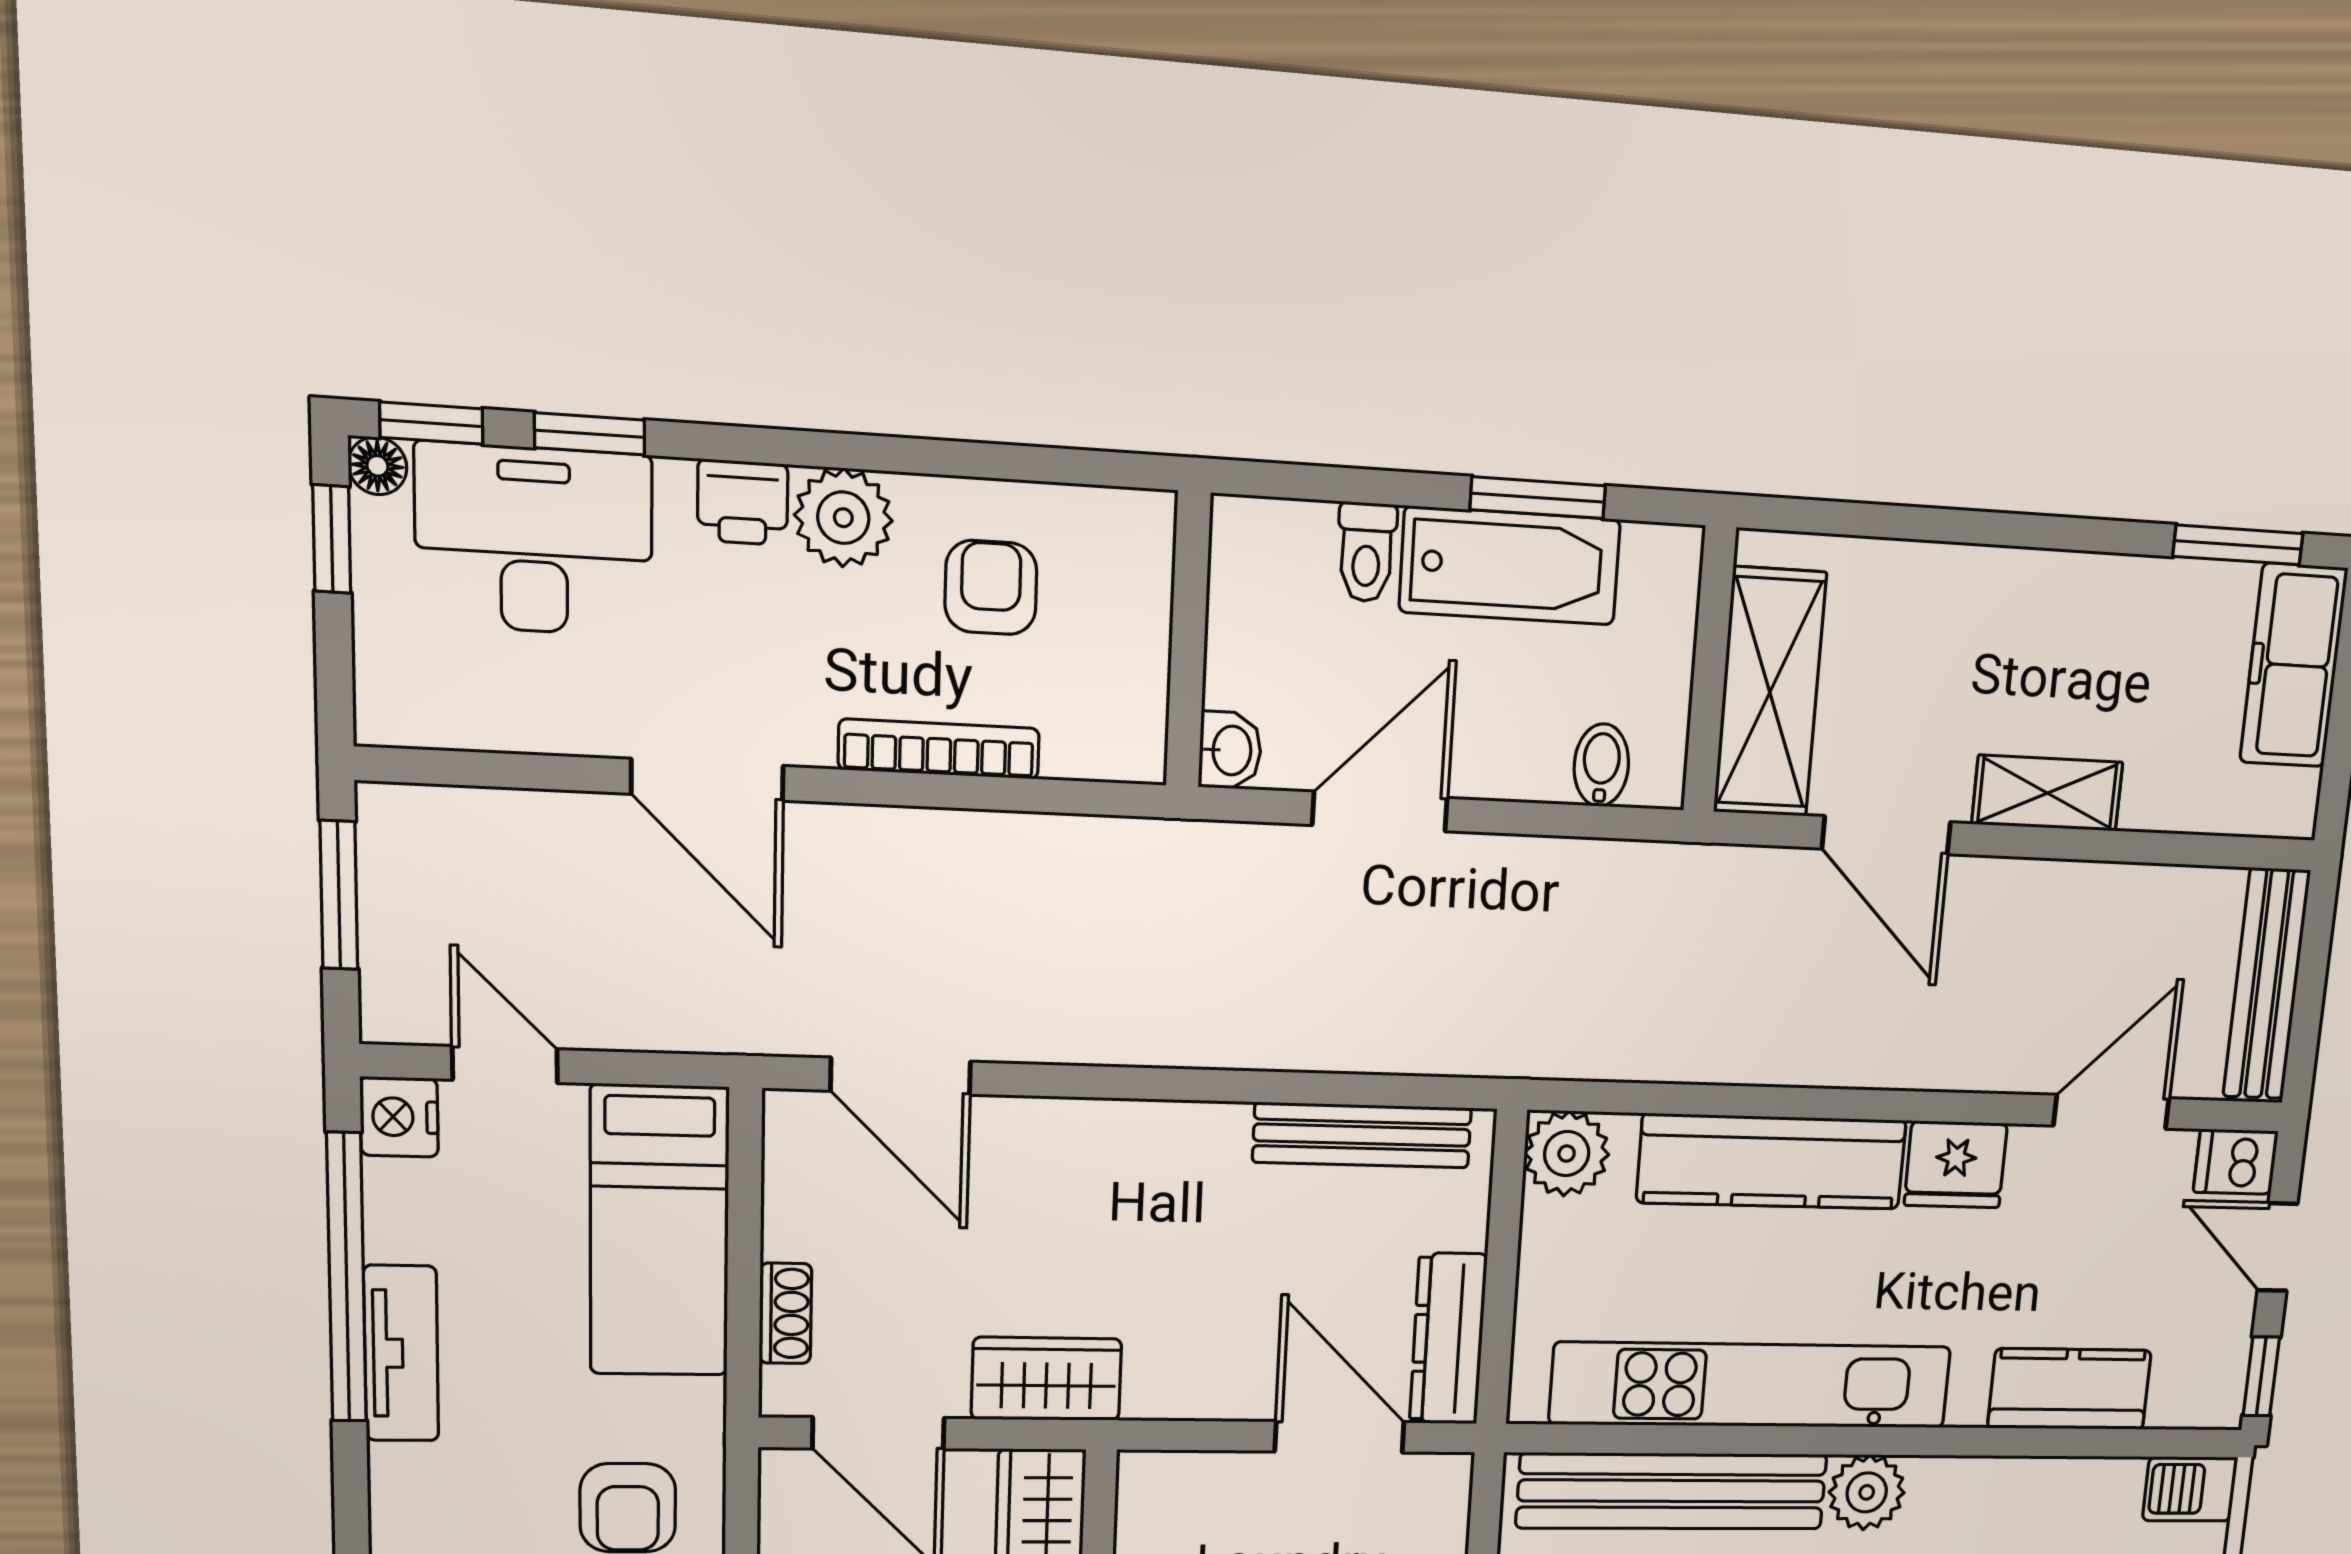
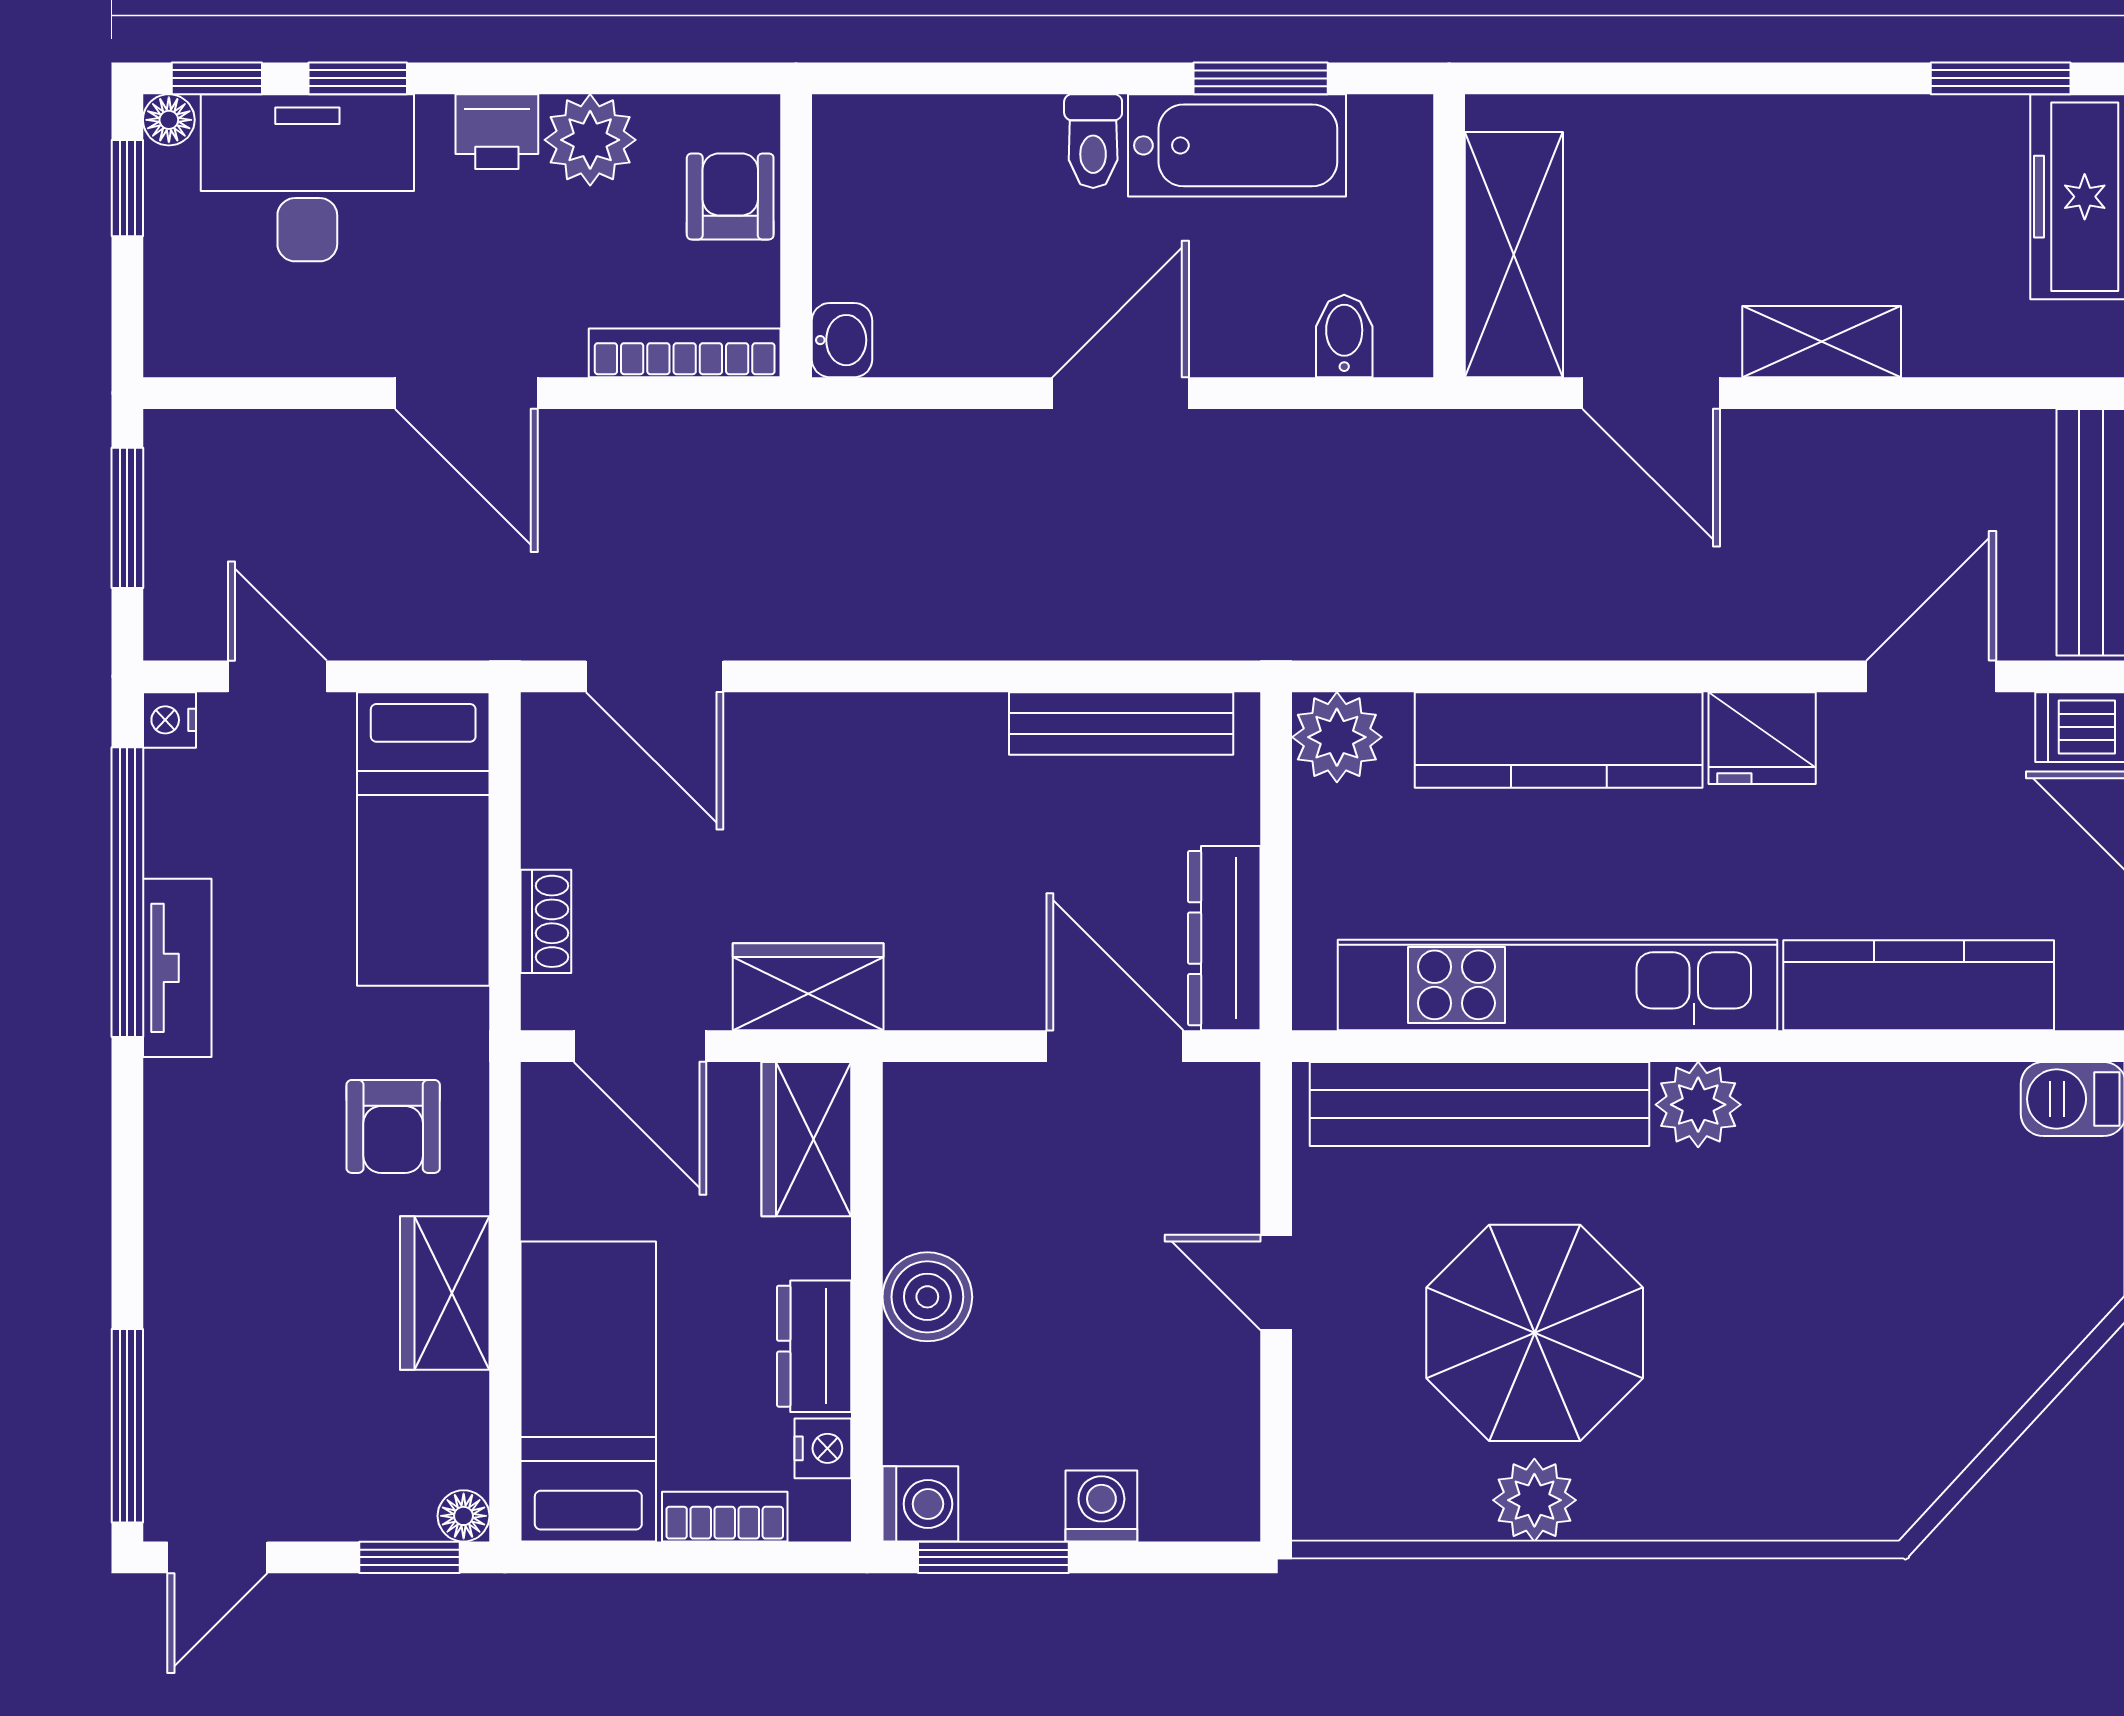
wall: (1188, 640) -> (796, 236), moved
washbasin: (1230, 750) -> (842, 340), moved
nightstand: (399, 1117) -> (169, 720), width x0.72, depth x0.74
kitchen counter: (2070, 1389) -> (1919, 985), width x1.50

